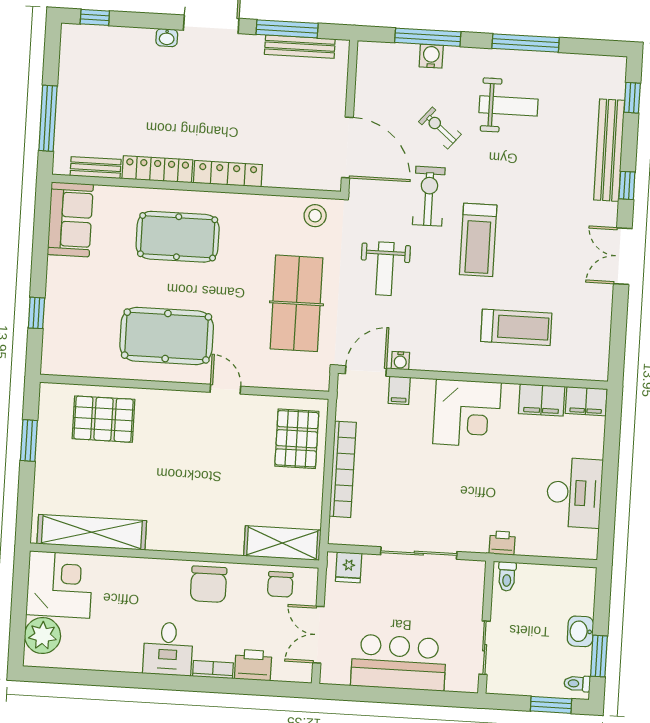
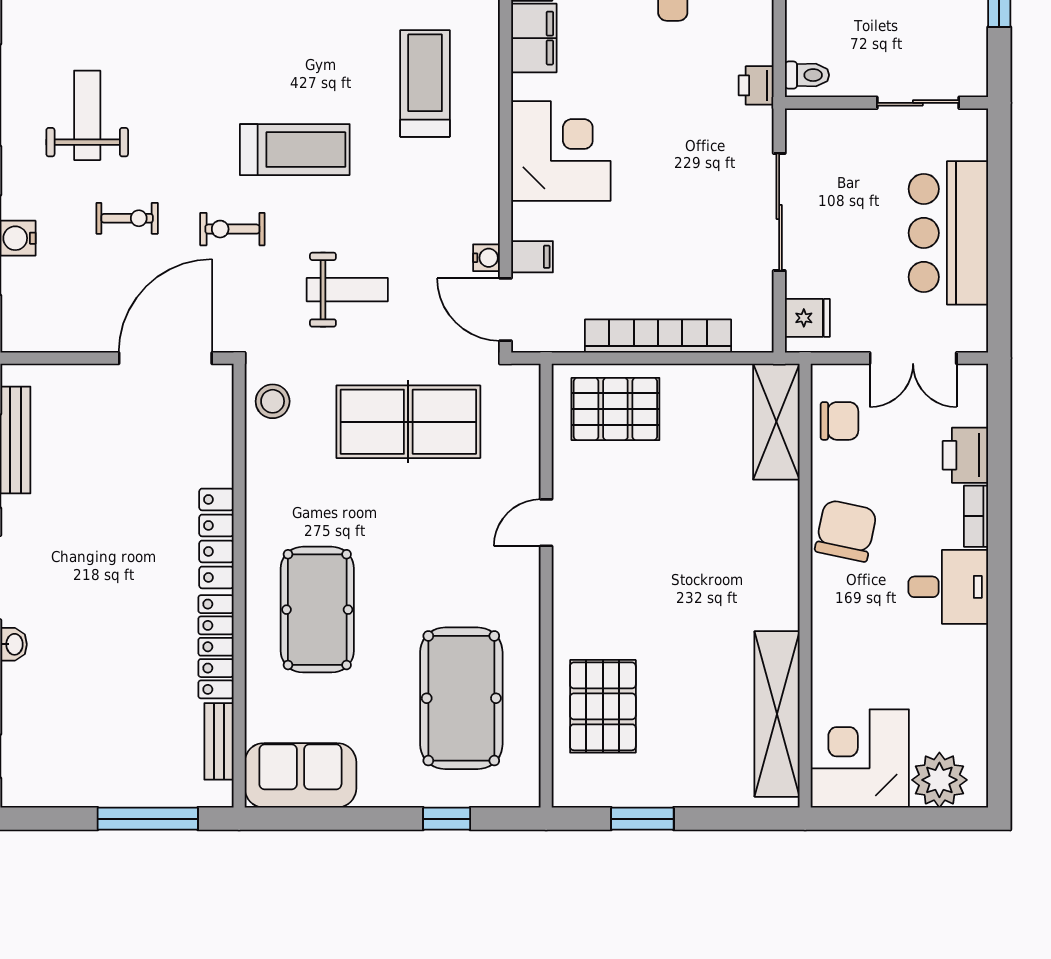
exercise bike: (440, 128) -> (127, 218), turned -130
exercise bike: (429, 196) -> (232, 229), width x0.73, depth x0.72
pool table: (167, 336) -> (461, 698), moved
chair: (209, 584) -> (846, 531), turned -78

